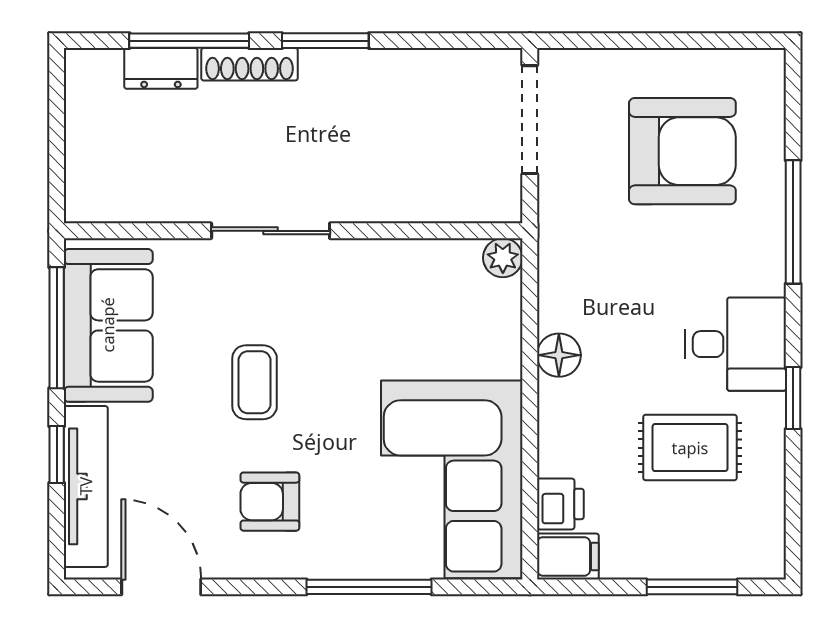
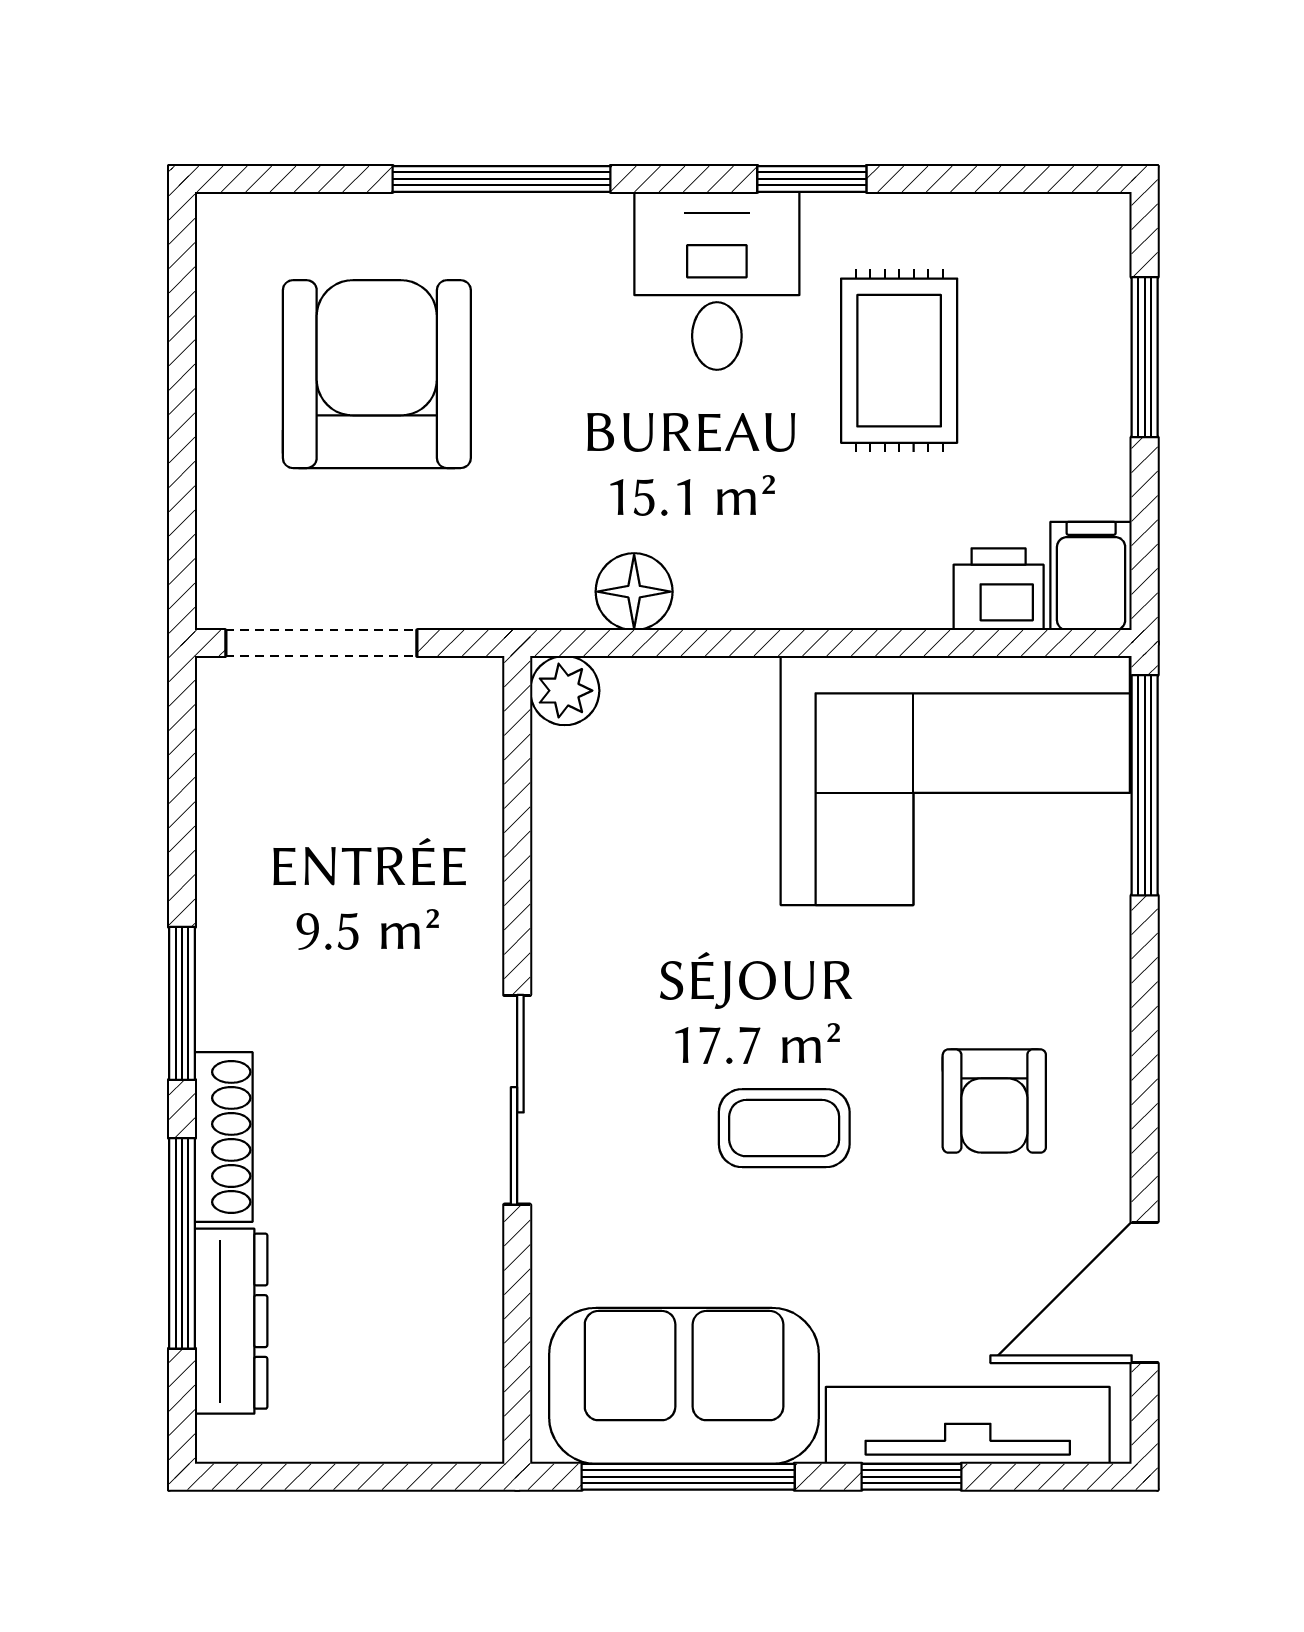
dresser: (161, 68) -> (231, 1321), width x1.44
floor lamp: (559, 355) -> (634, 592), moved
window: (369, 587) -> (1145, 785), moved

